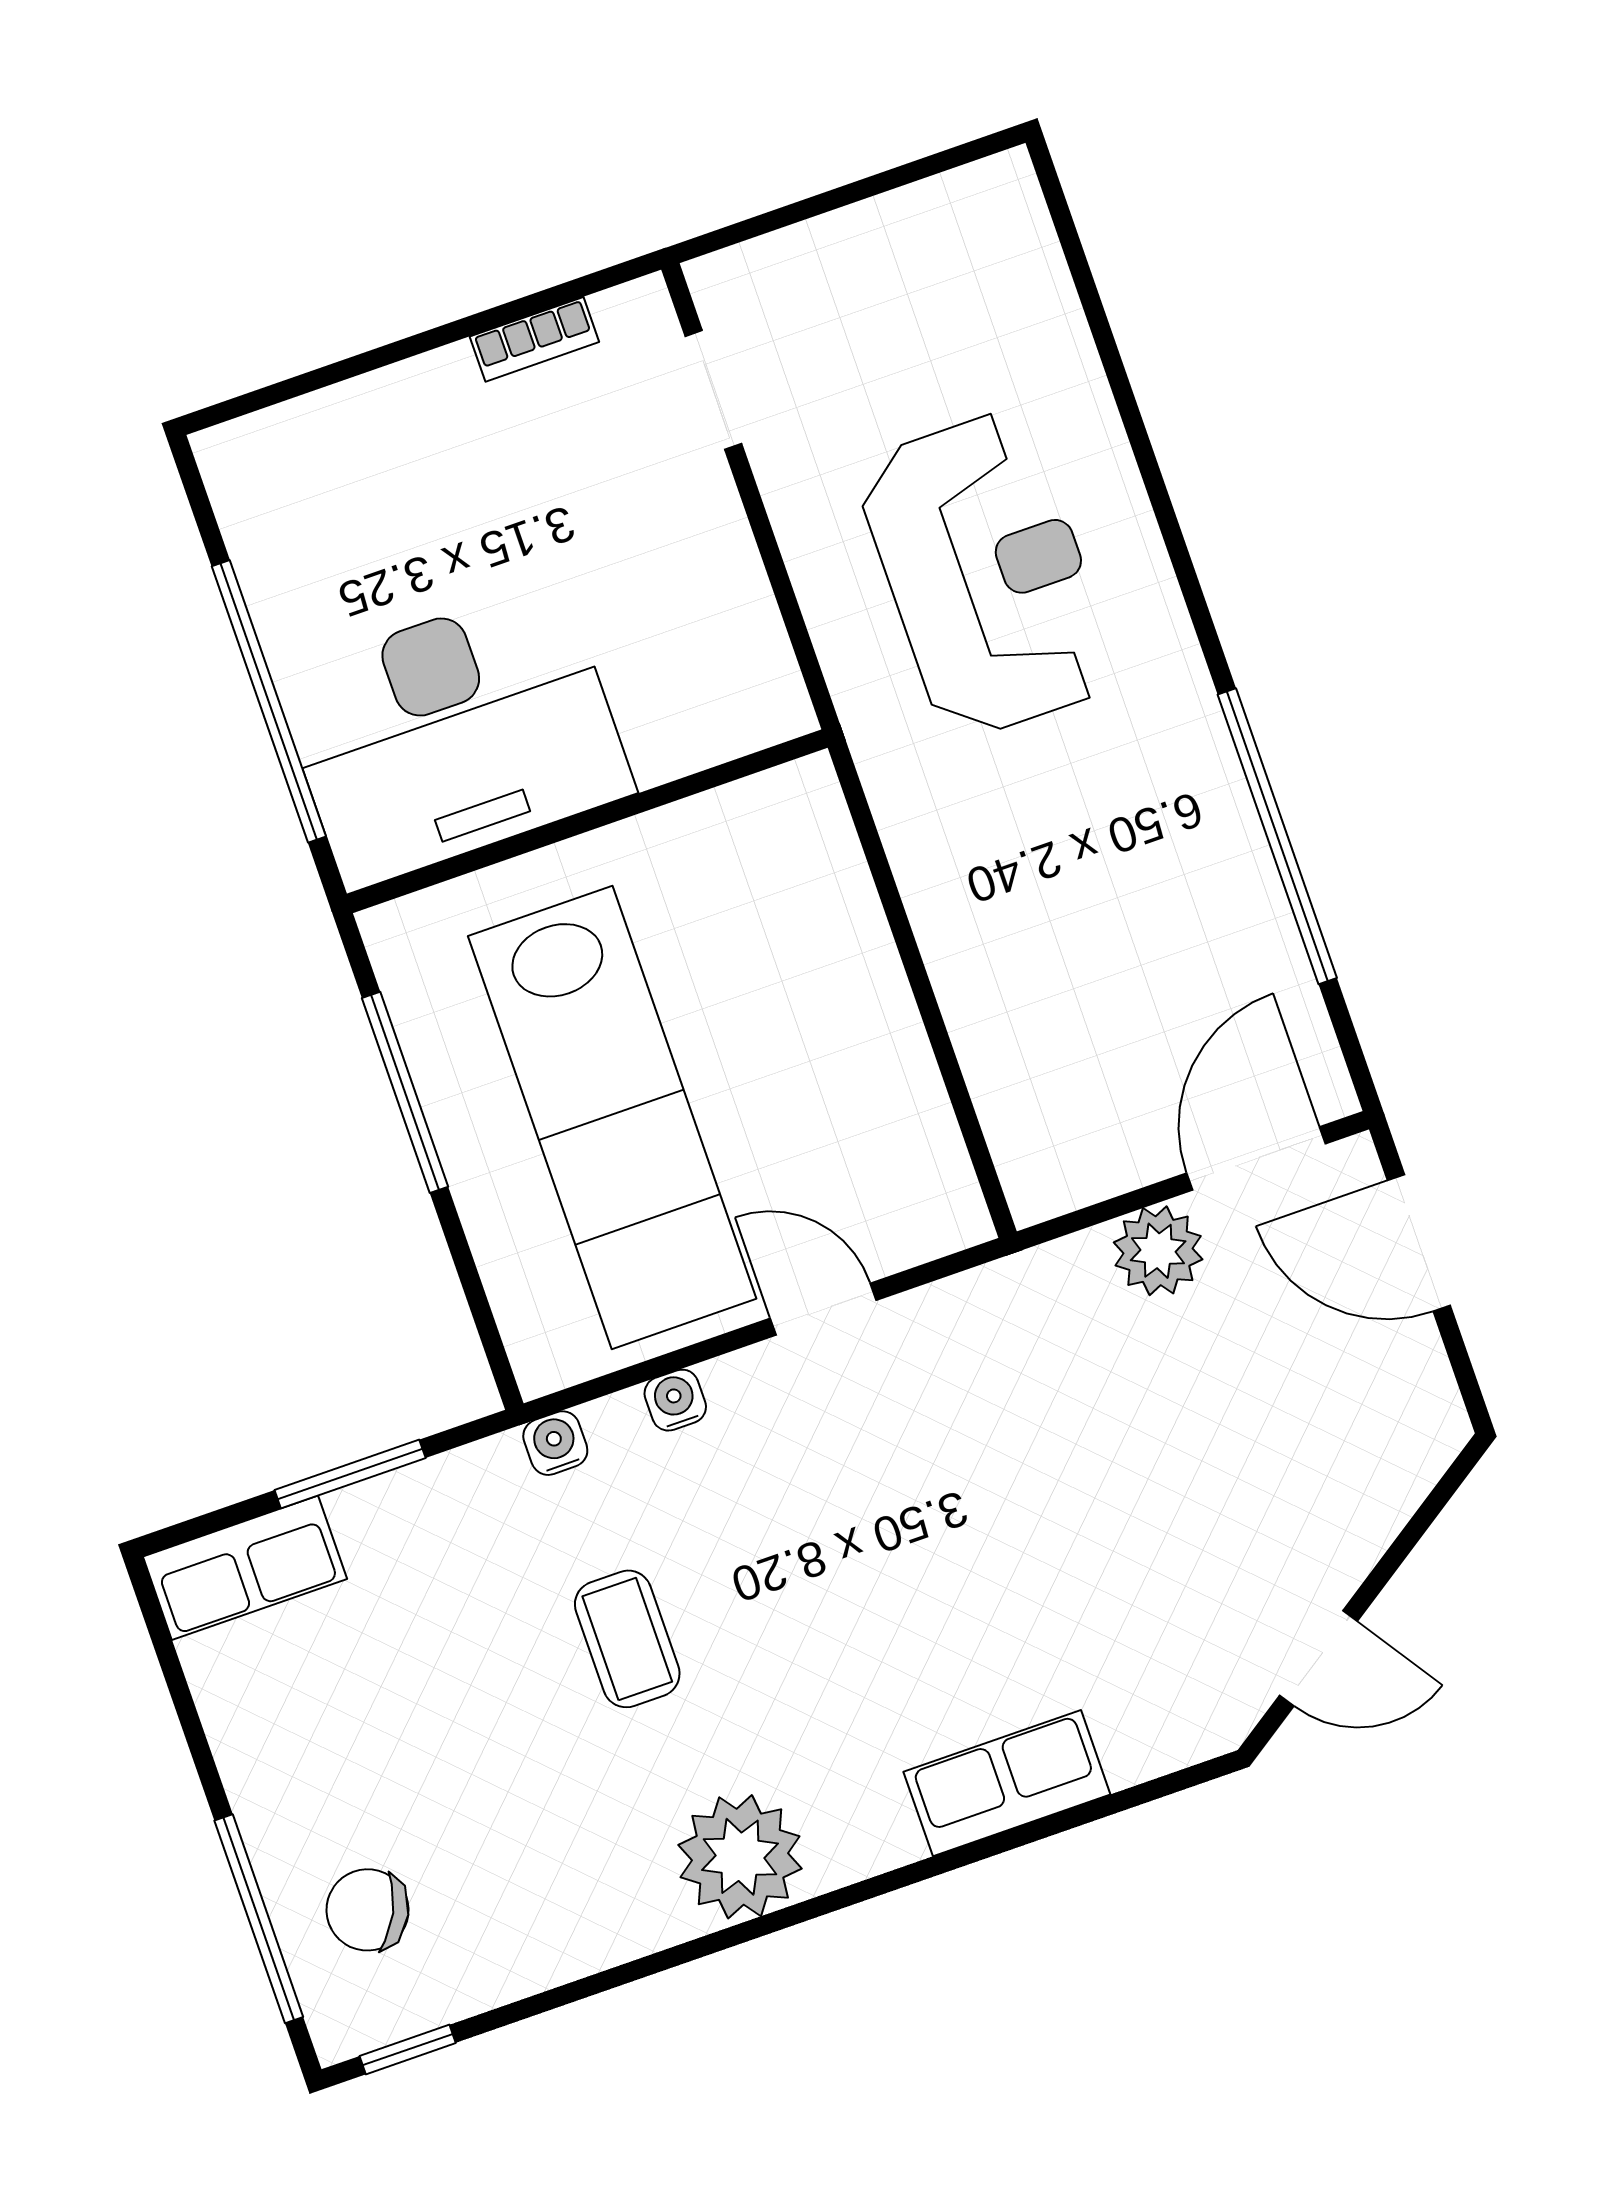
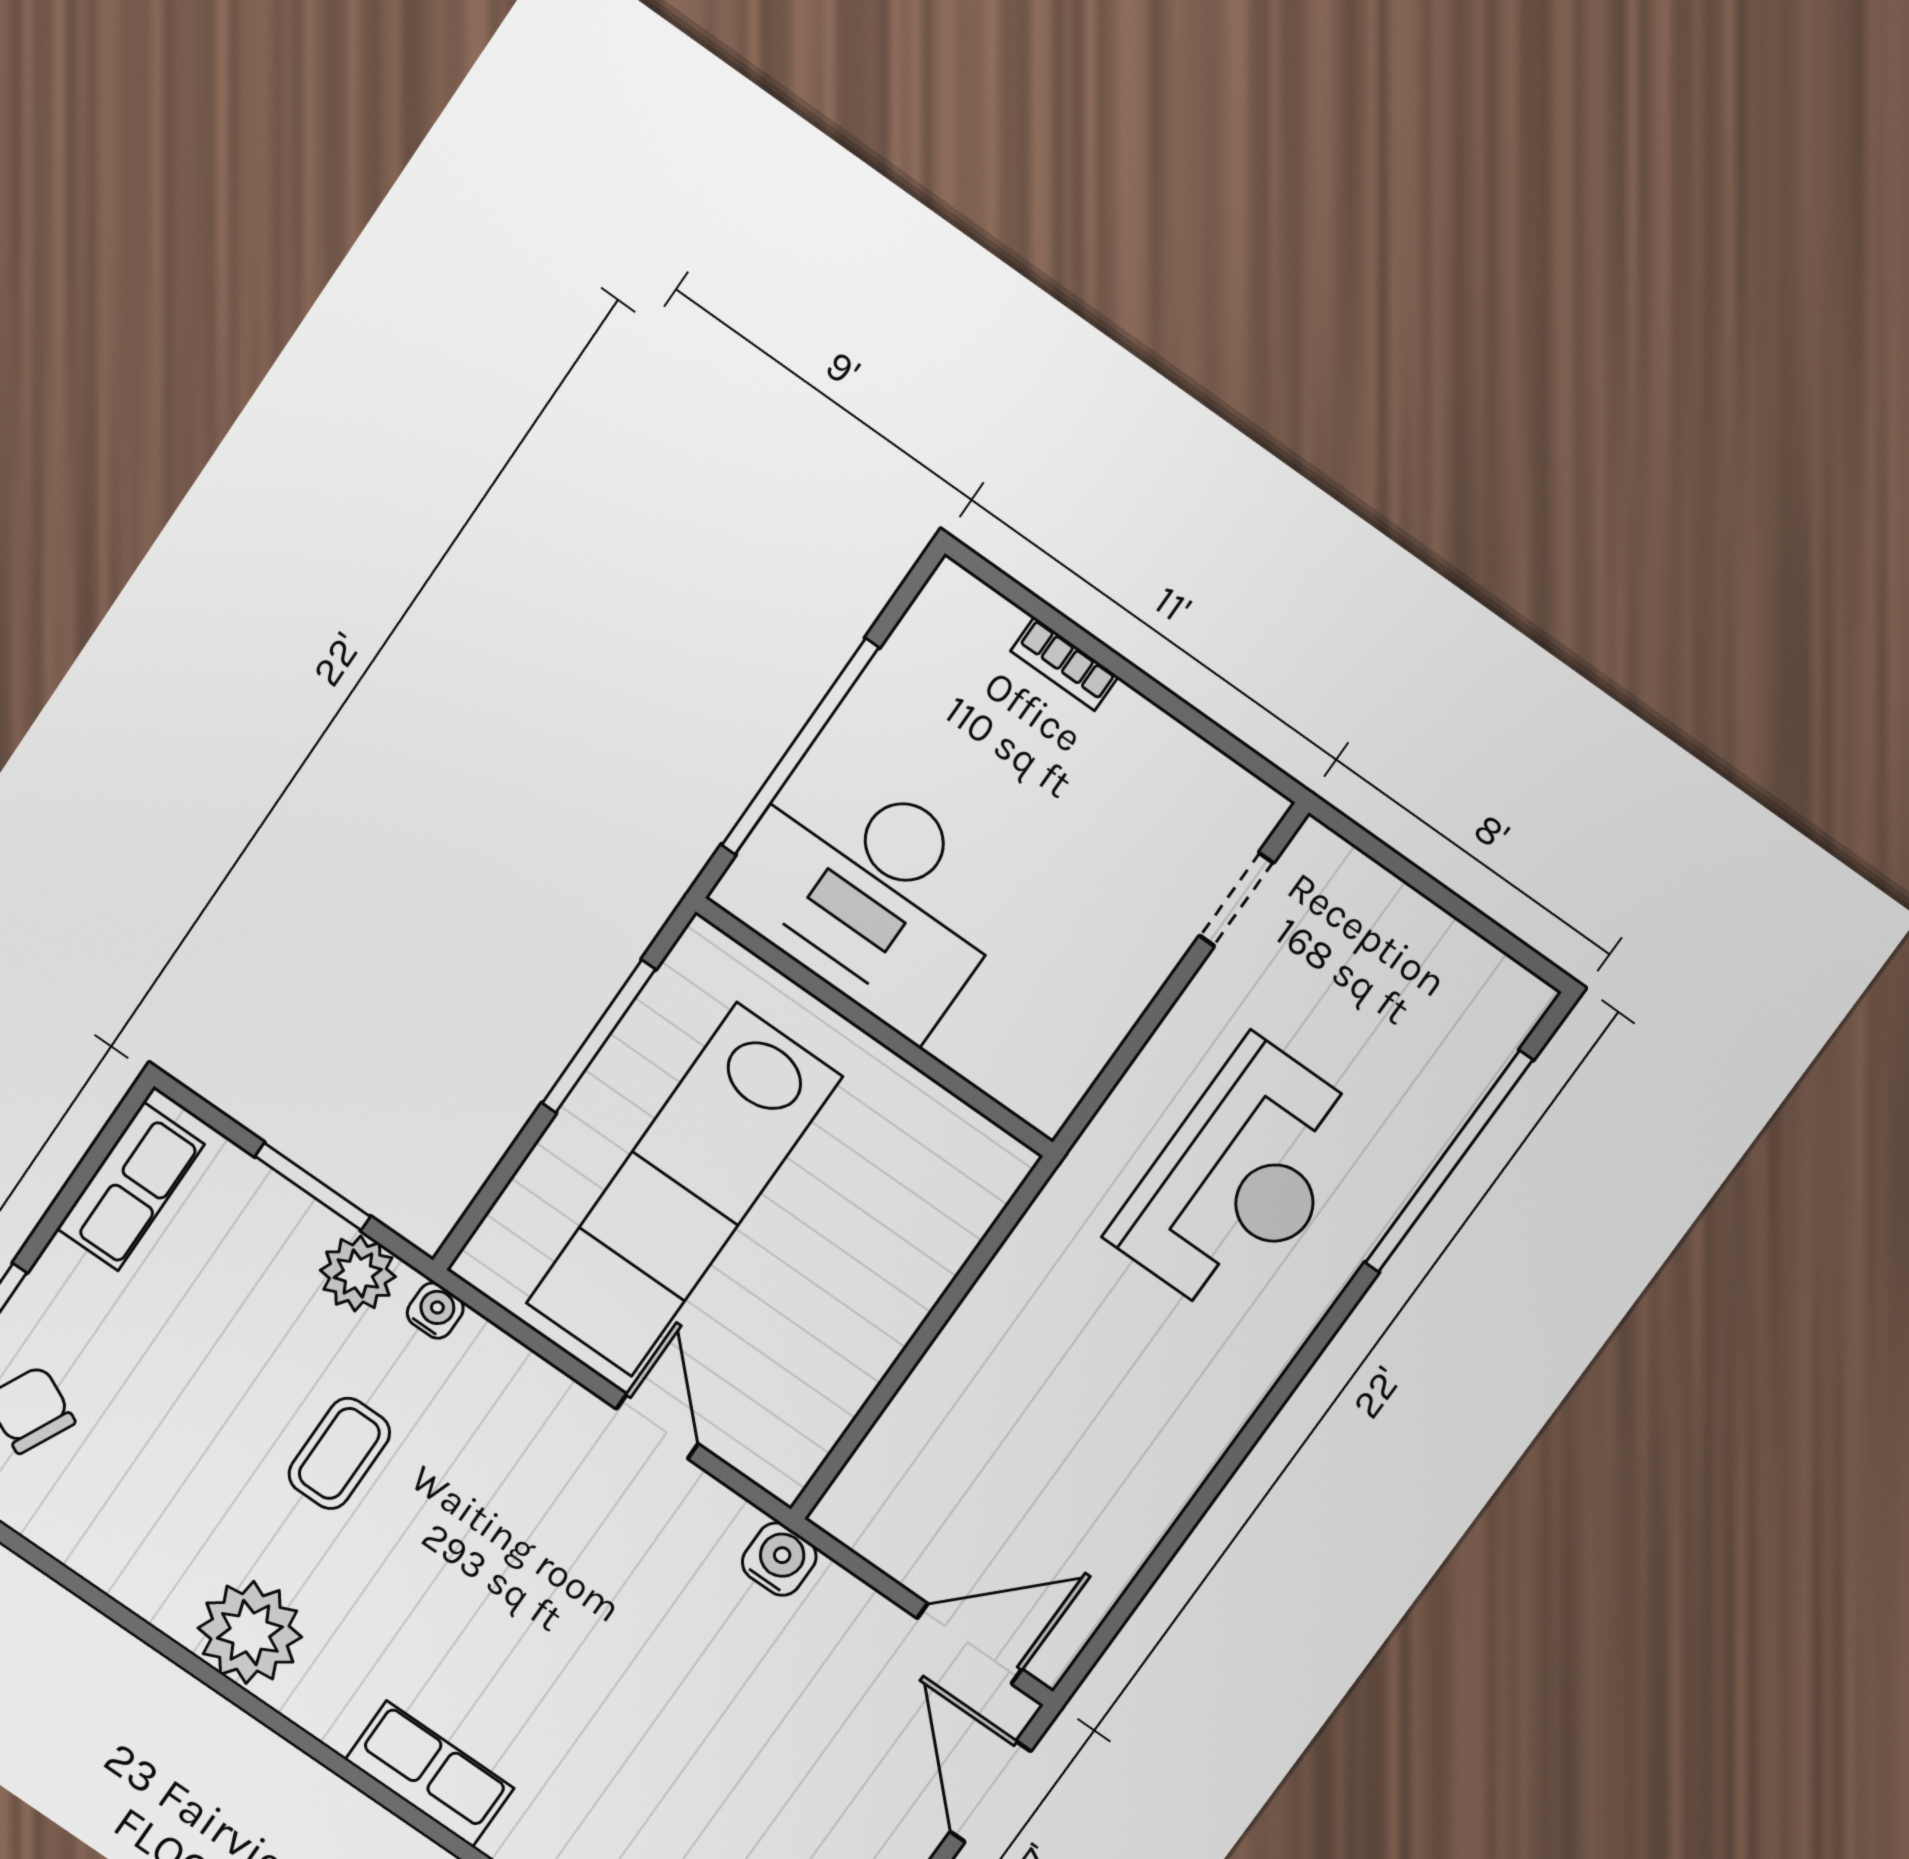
bookcase: (534, 339) -> (1064, 664), moved
window: (1277, 836) -> (1449, 1162), moved
plant: (1158, 1251) -> (358, 1274), moved
water cooler: (675, 1400) -> (779, 1559), moved, width x1.38, depth x1.38
row of seats: (245, 1568) -> (130, 1186), moved, turned -90

